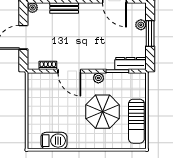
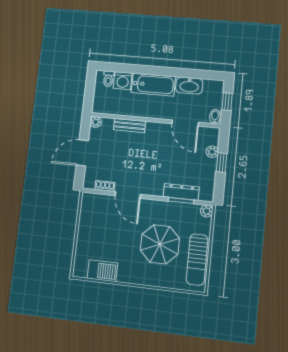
window: (150, 34) -> (222, 162), width x0.67
dresser: (131, 63) -> (181, 192), moved
plant: (98, 78) -> (207, 211), moved

